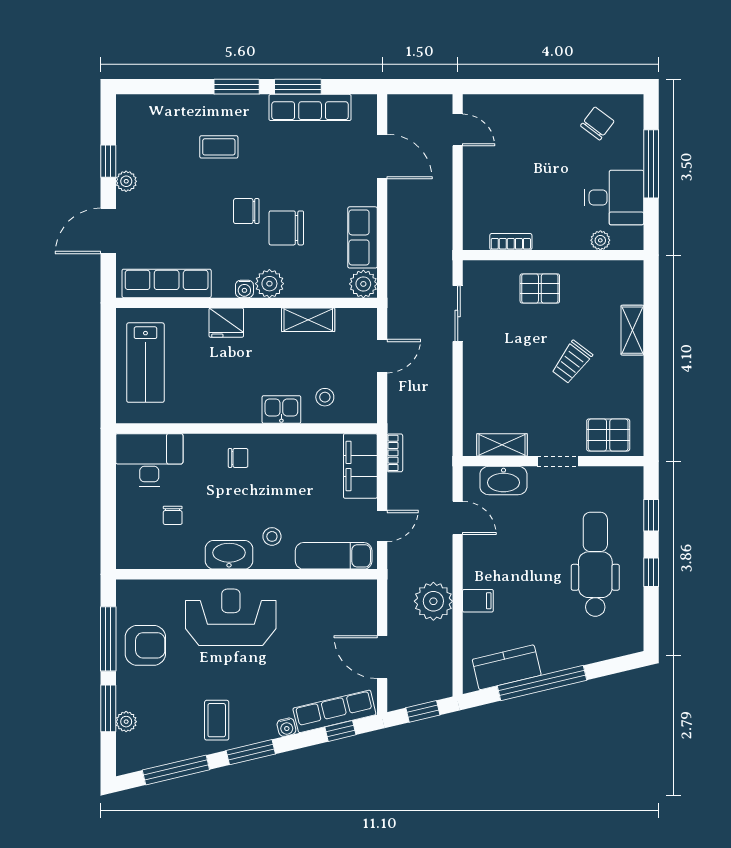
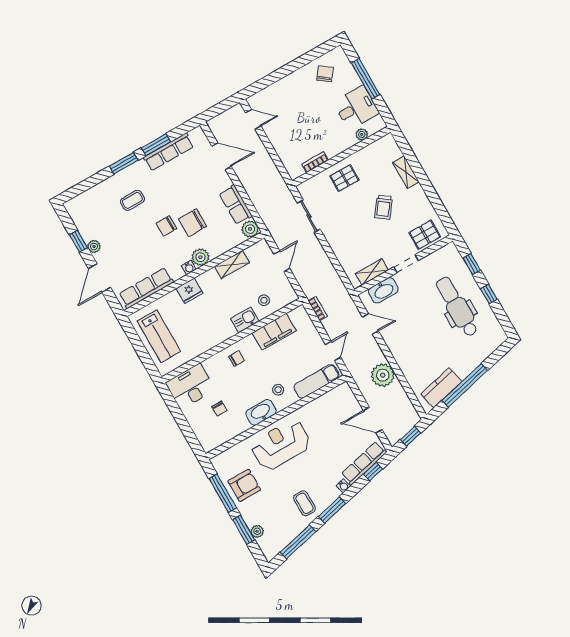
filing cabinet: (360, 466) -> (274, 332), moved, turned -90
filing cabinet: (478, 601) -> (406, 361), removed

